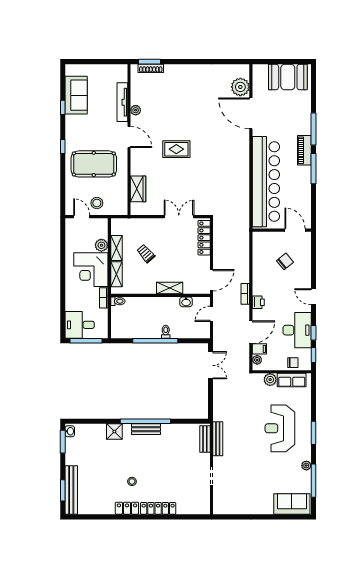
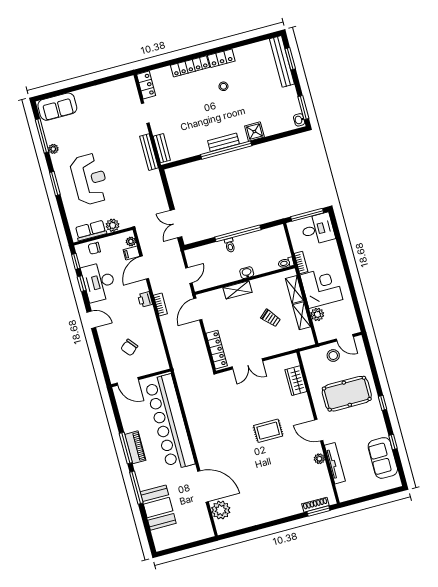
booth: (288, 77) -> (158, 508), moved, turned 90
piano: (304, 150) -> (135, 447), moved
washbasin: (186, 302) -> (247, 273), moved
locker: (204, 502) -> (146, 85), added

